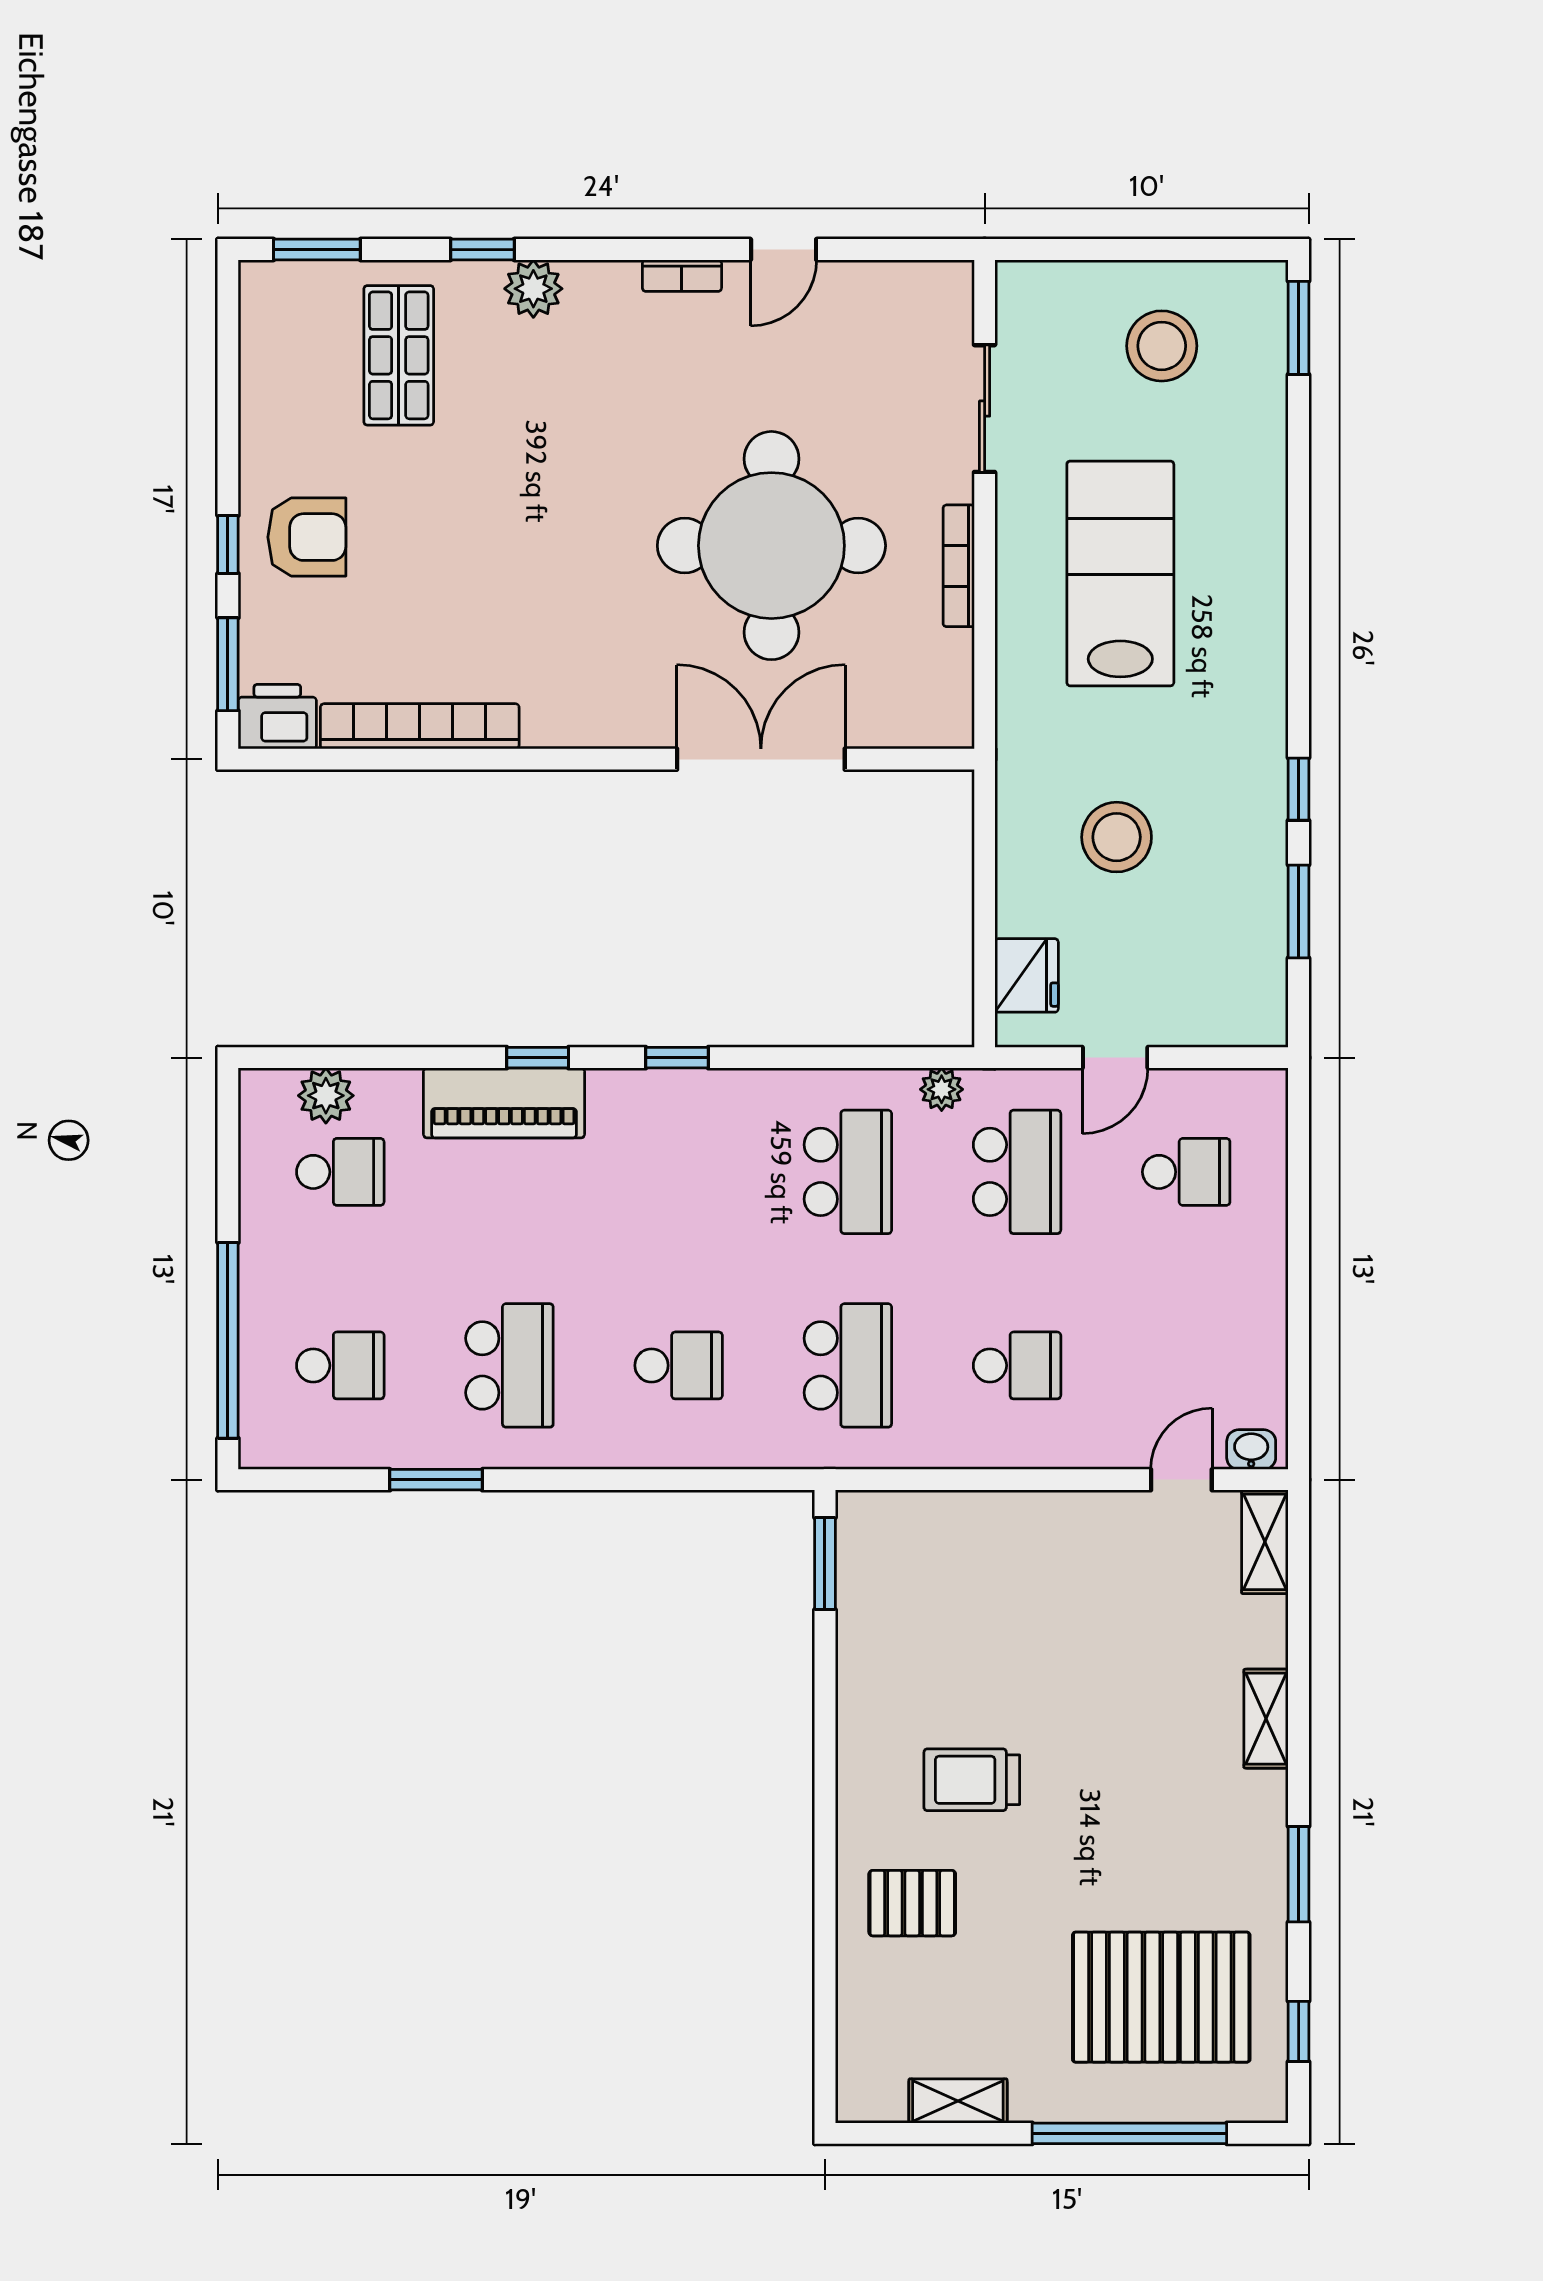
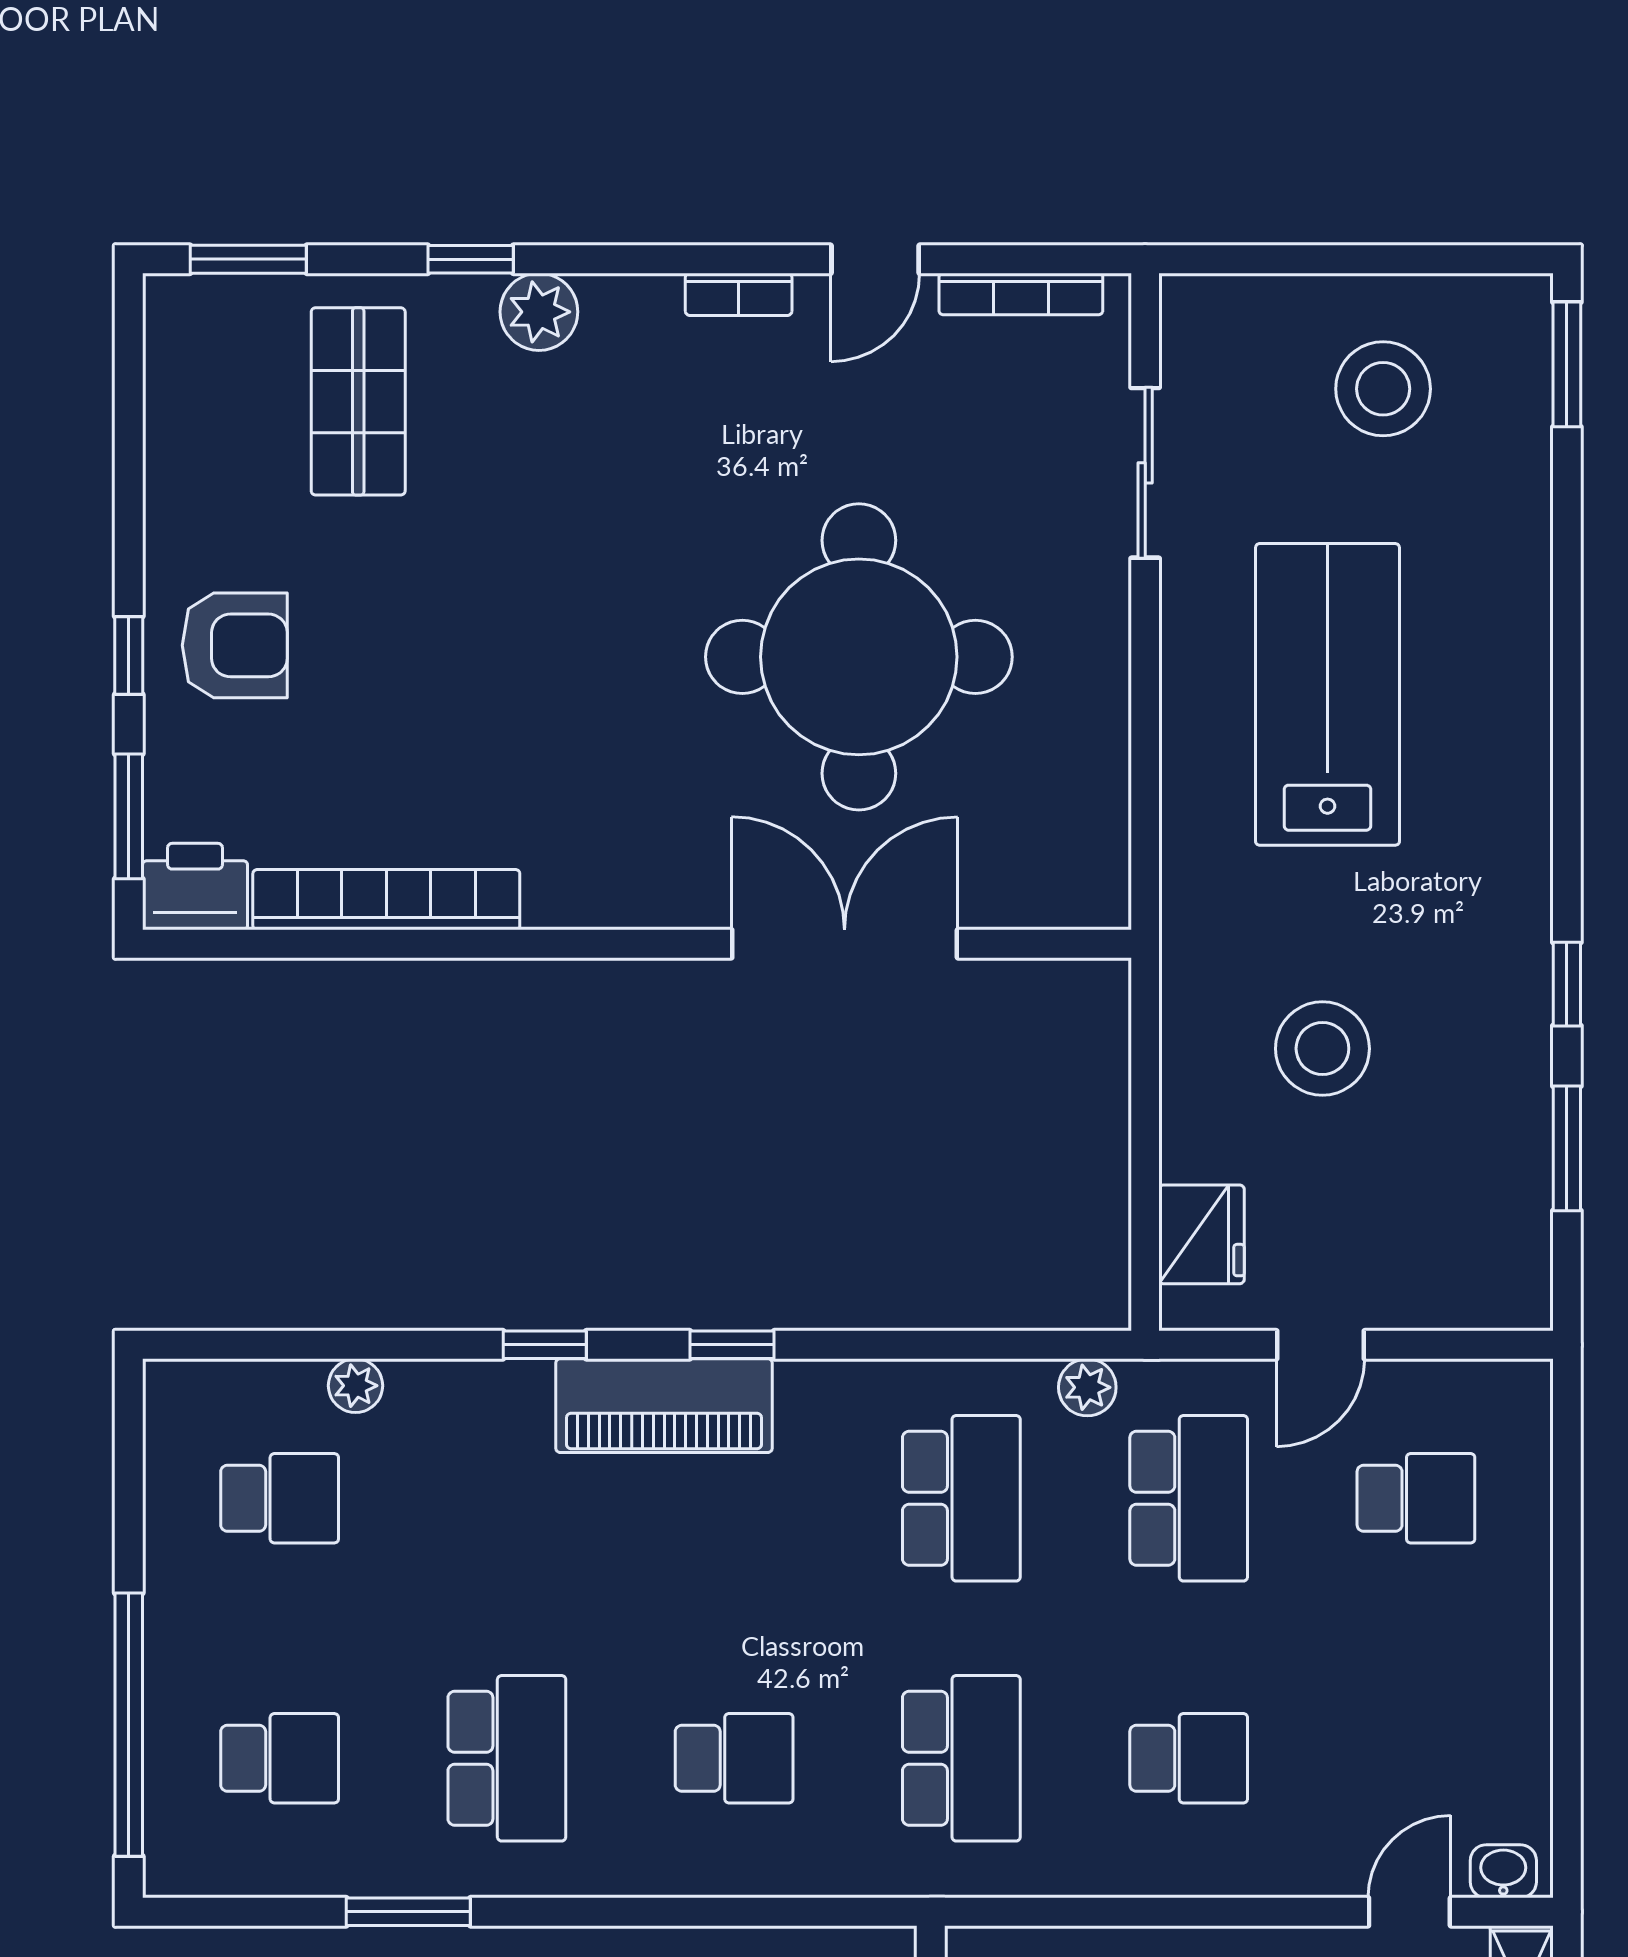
bookcase: (959, 566) -> (1021, 294), moved, turned -90
plant: (326, 1096) -> (355, 1386), moved, width x0.73, depth x0.73
piano: (504, 1103) -> (664, 1406), moved

